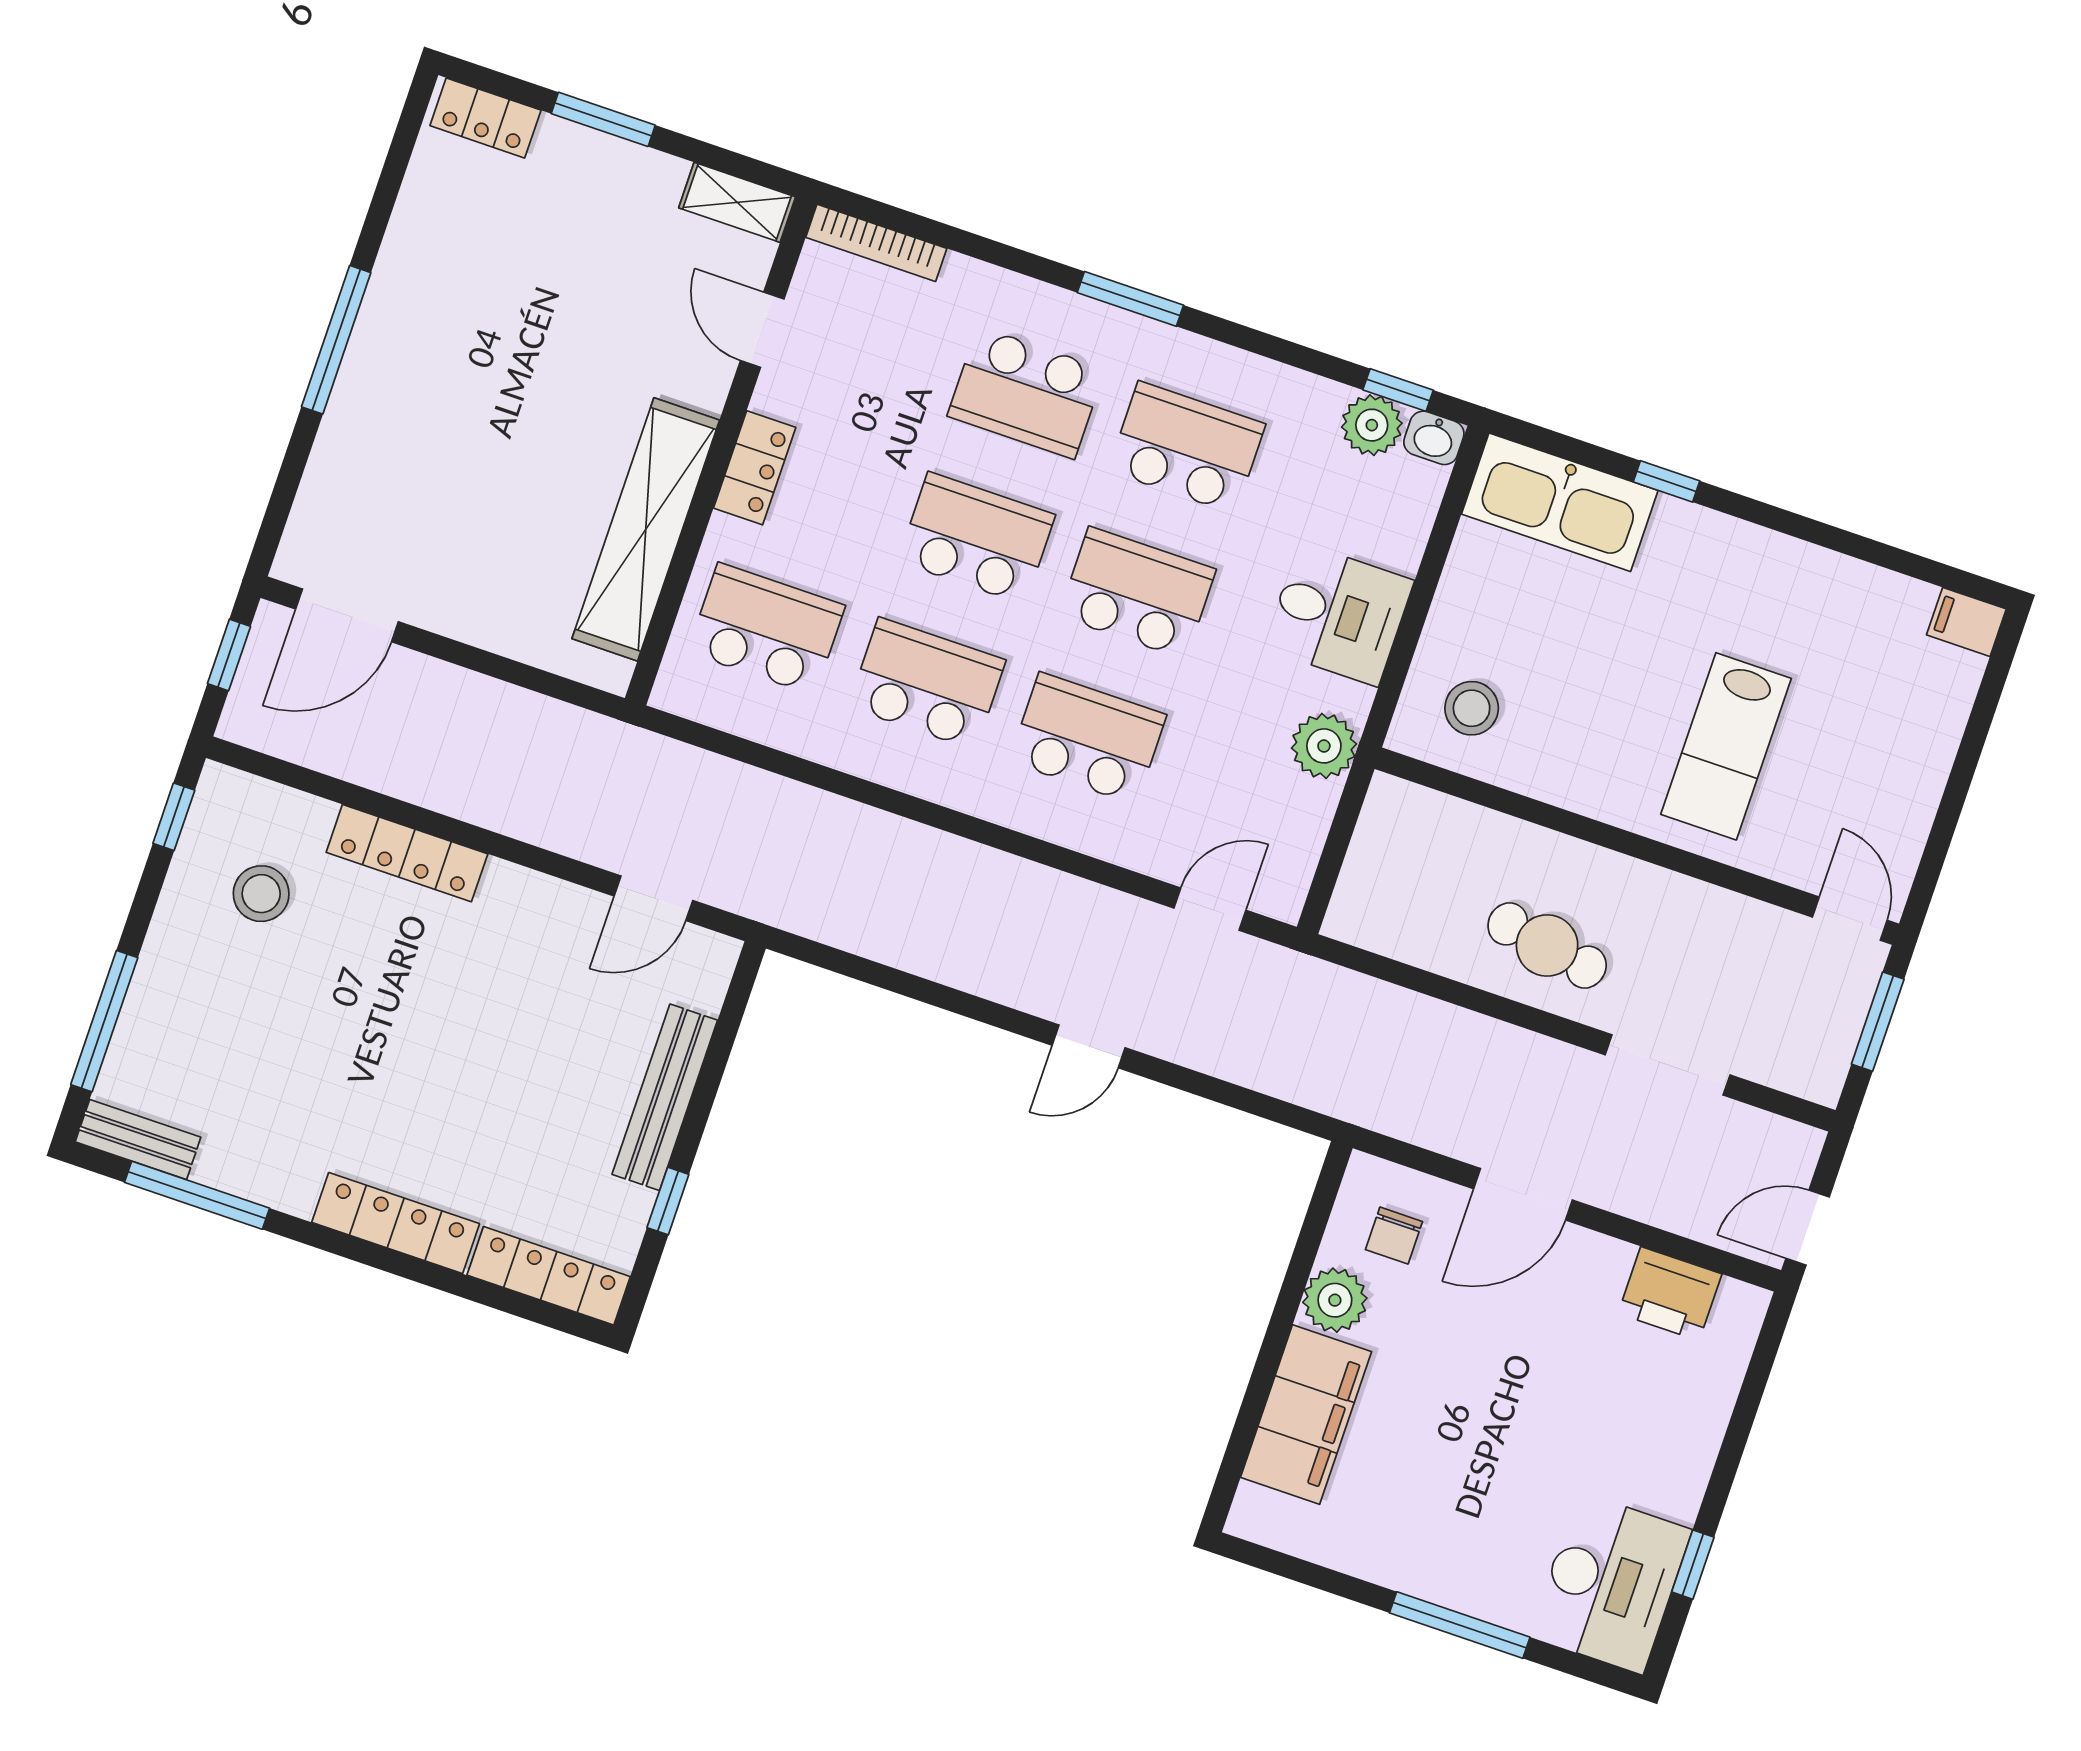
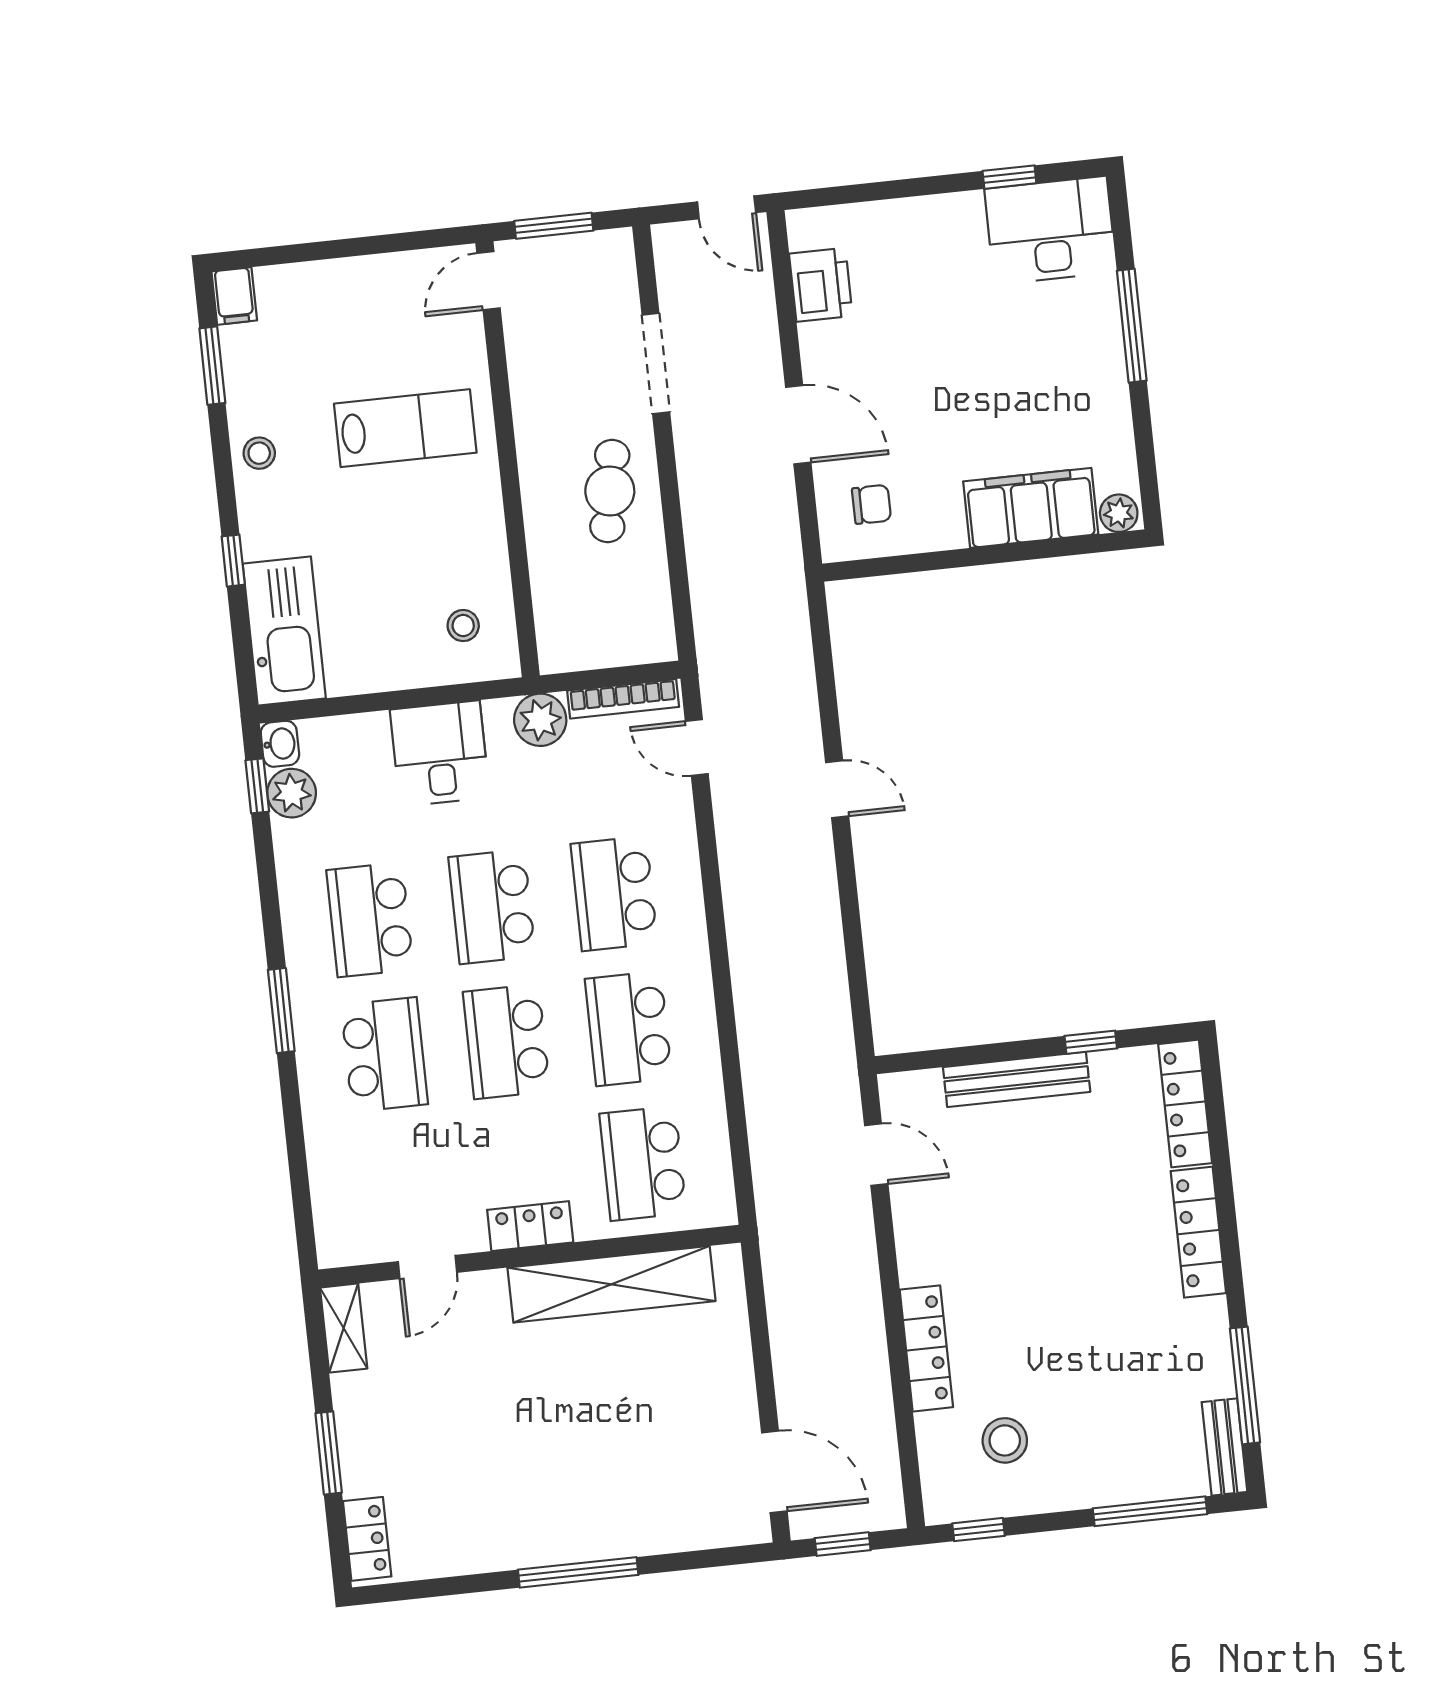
bookcase: (876, 243) -> (623, 699), moved, turned 90
window: (1899, 560) -> (212, 366), added
stool: (1775, 567) -> (259, 453), added
stool: (1472, 708) -> (463, 626), width x0.73, depth x0.73
plant: (1335, 1300) -> (1119, 513), moved, width x0.73, depth x0.73

